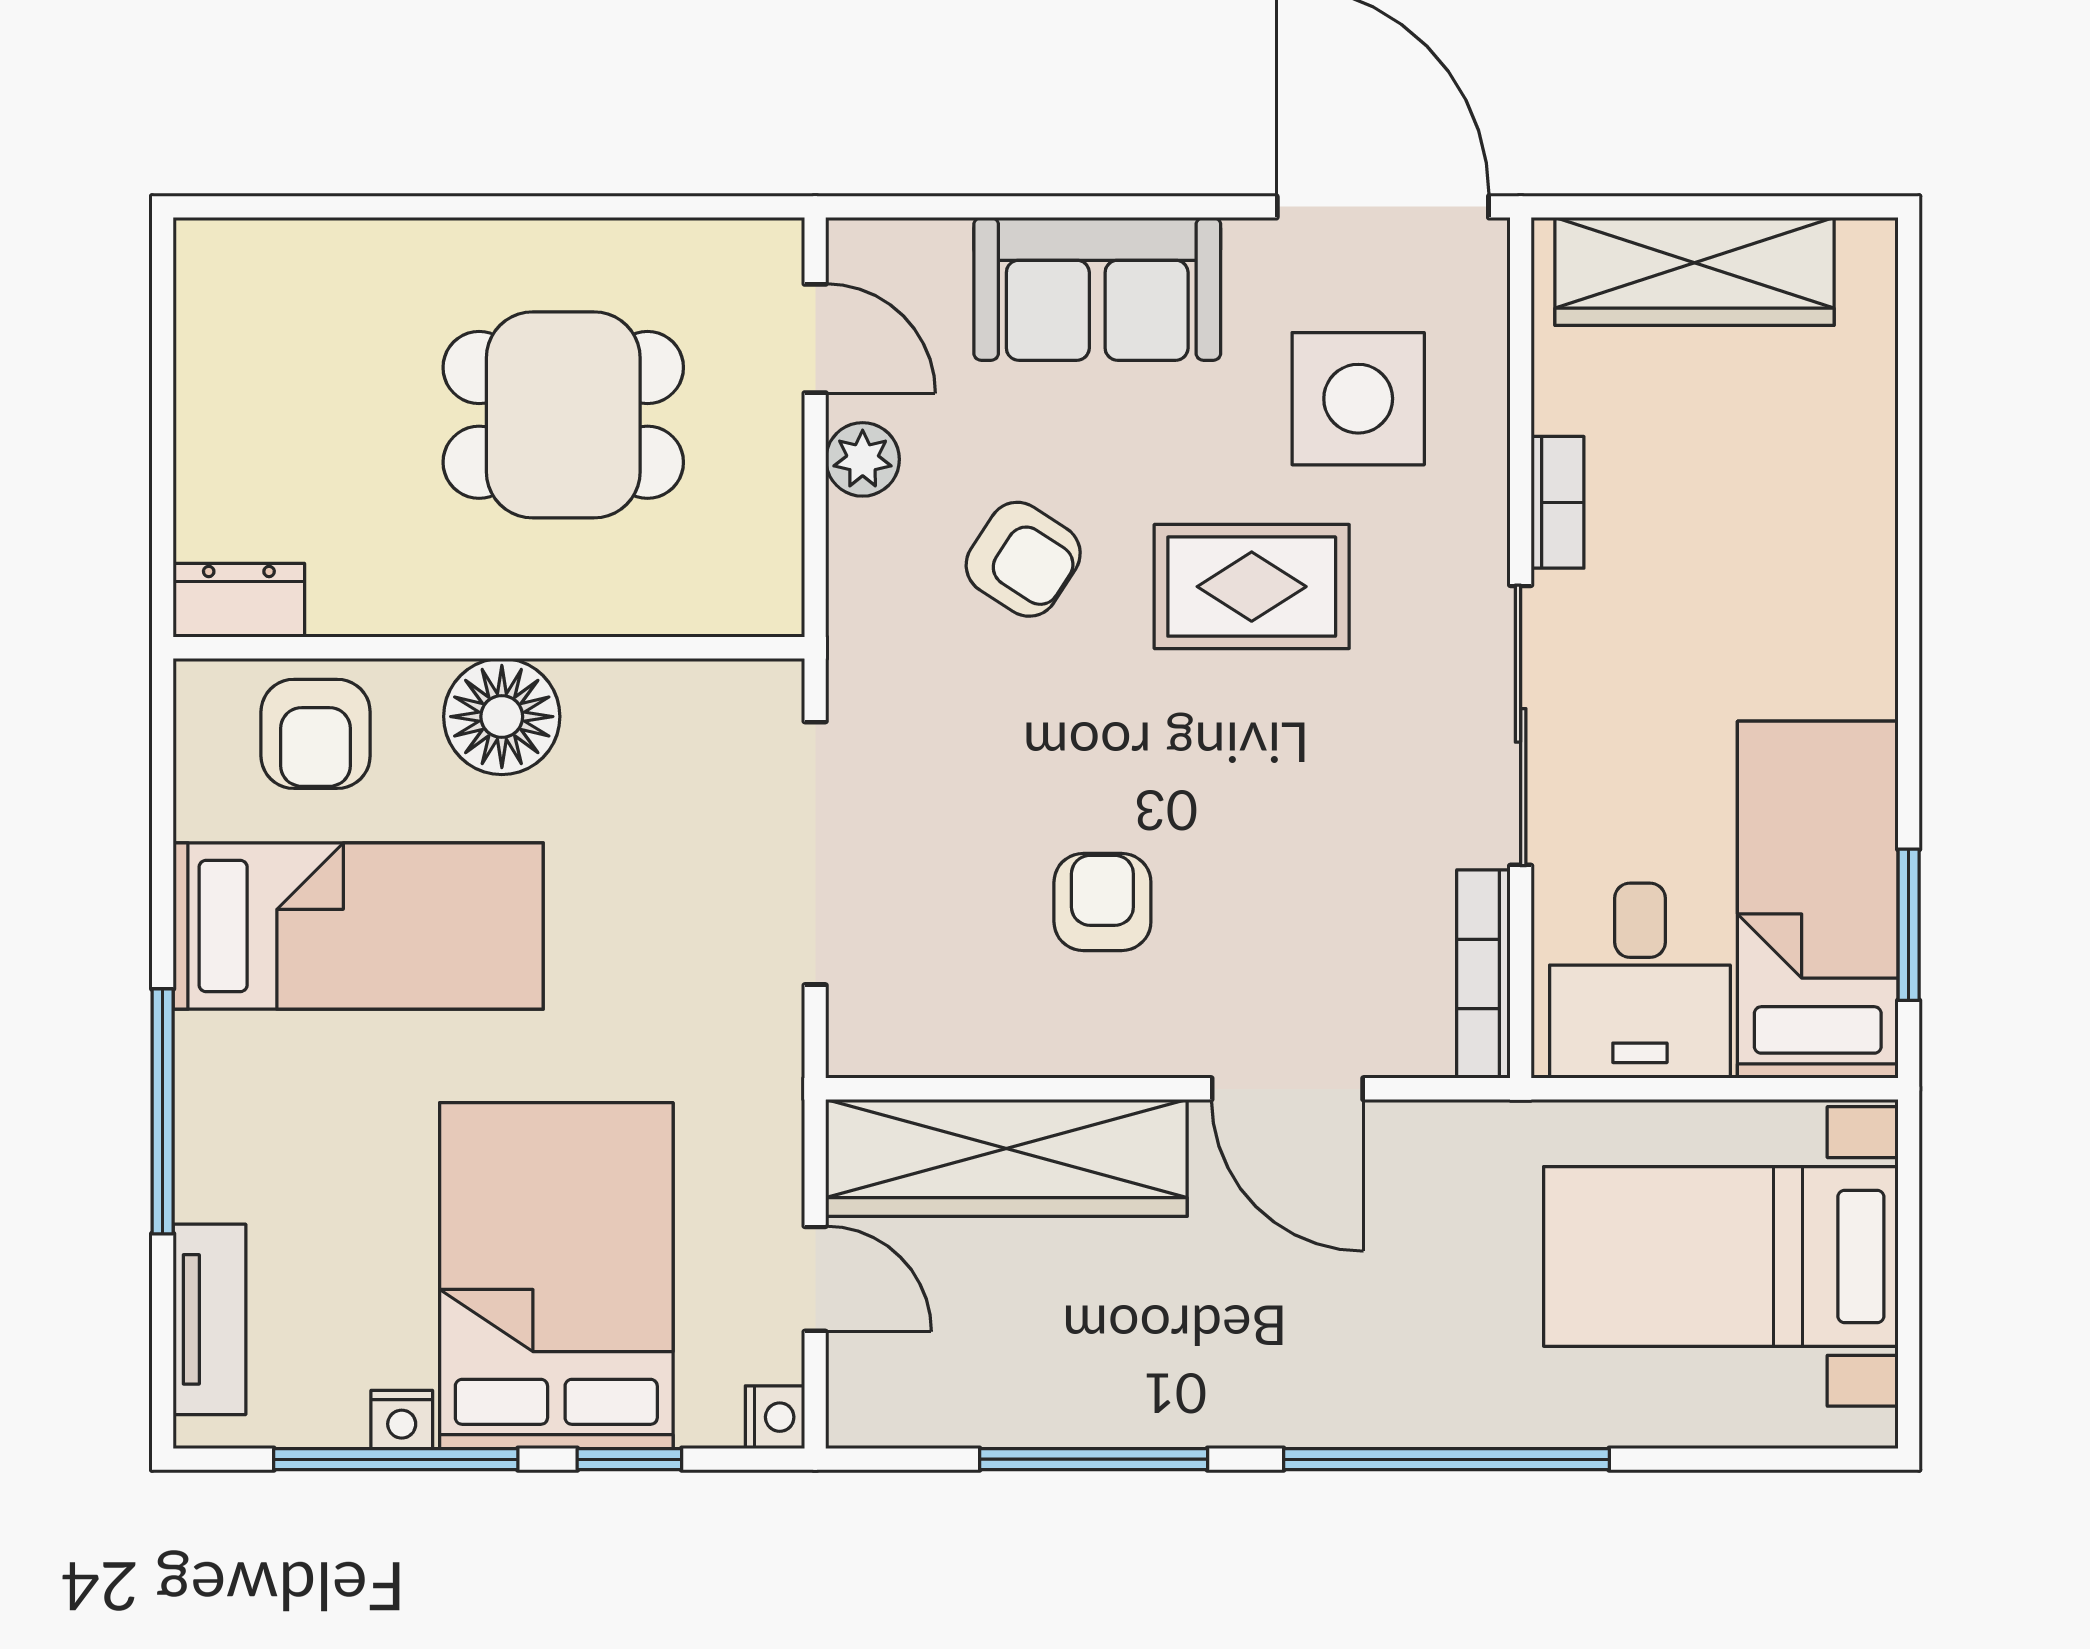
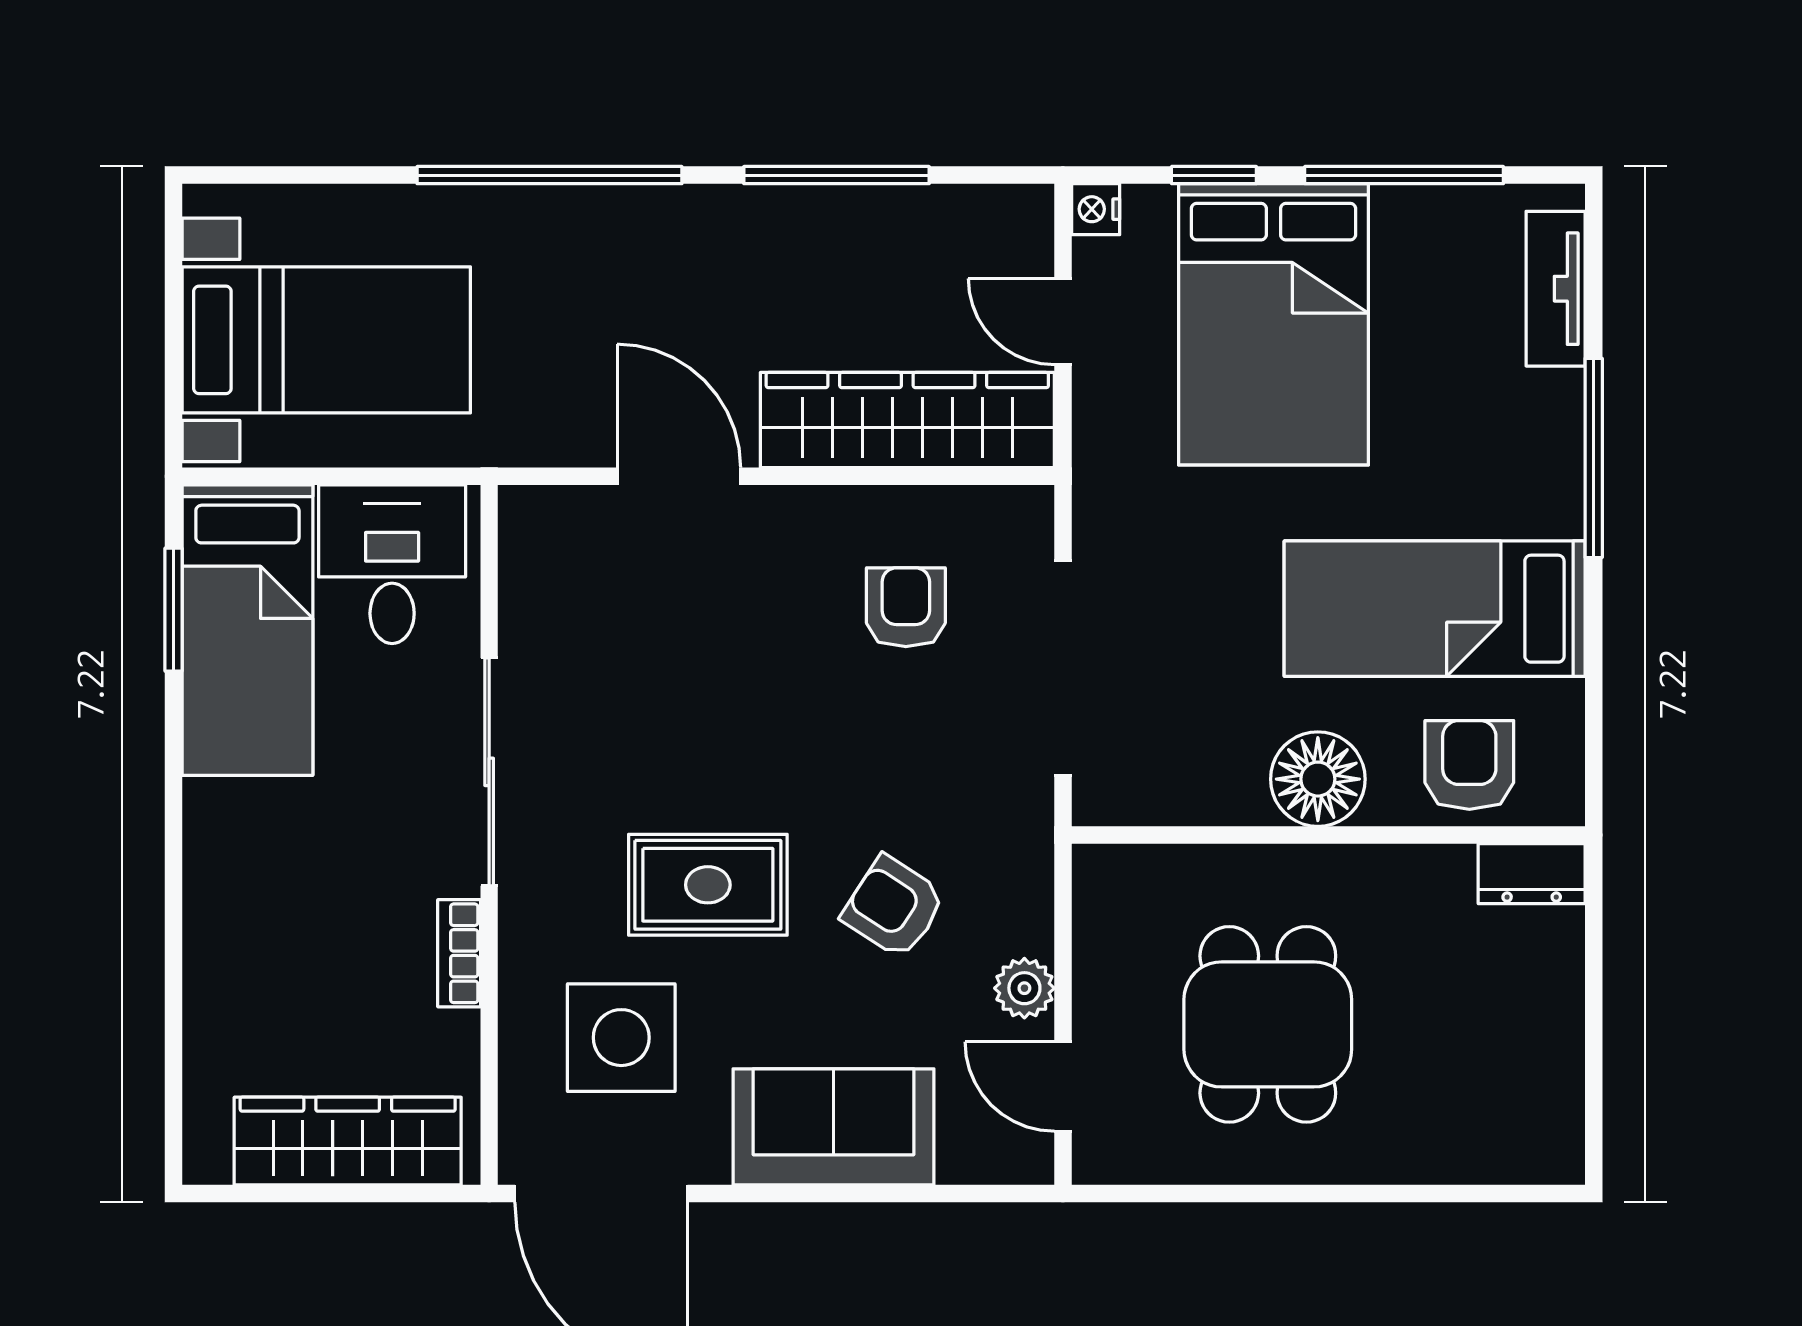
dining table: (563, 415) -> (1268, 1024), turned 90
armchair: (1102, 902) -> (906, 607), moved, turned 180
bookcase: (1483, 974) -> (519, 570), removed
nightstand: (402, 1419) -> (1399, 207), removed

